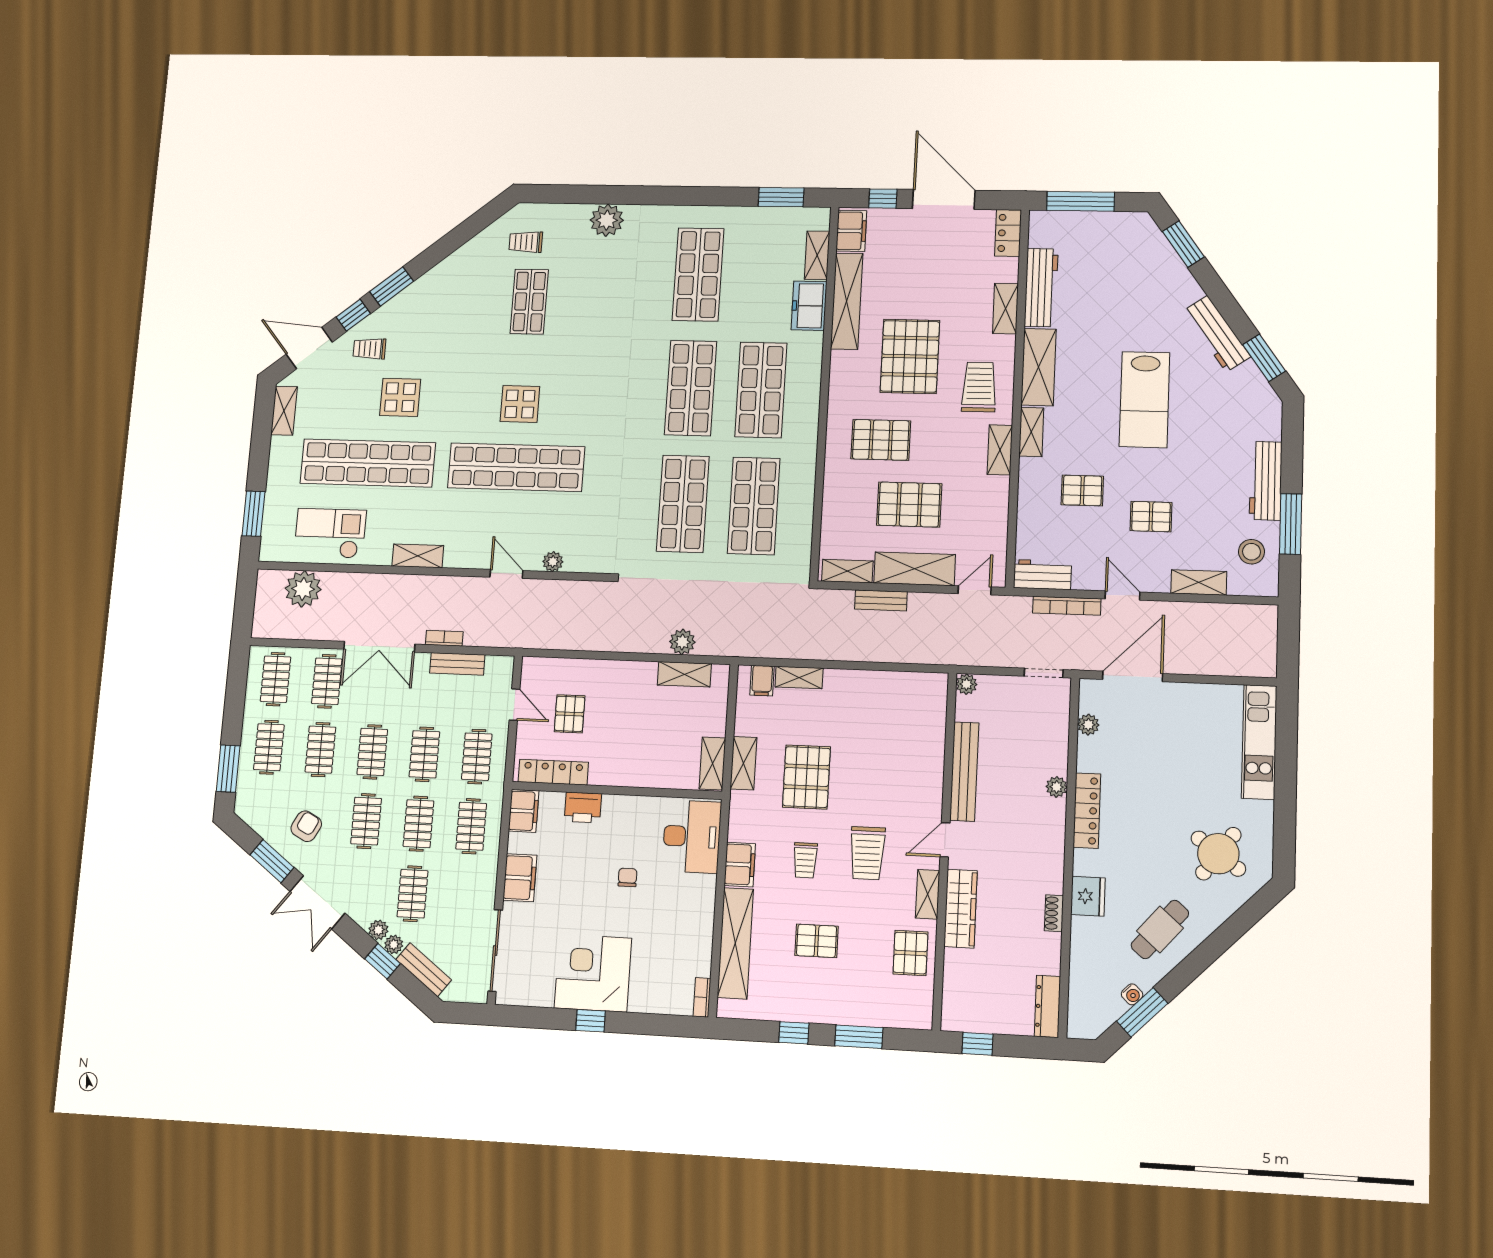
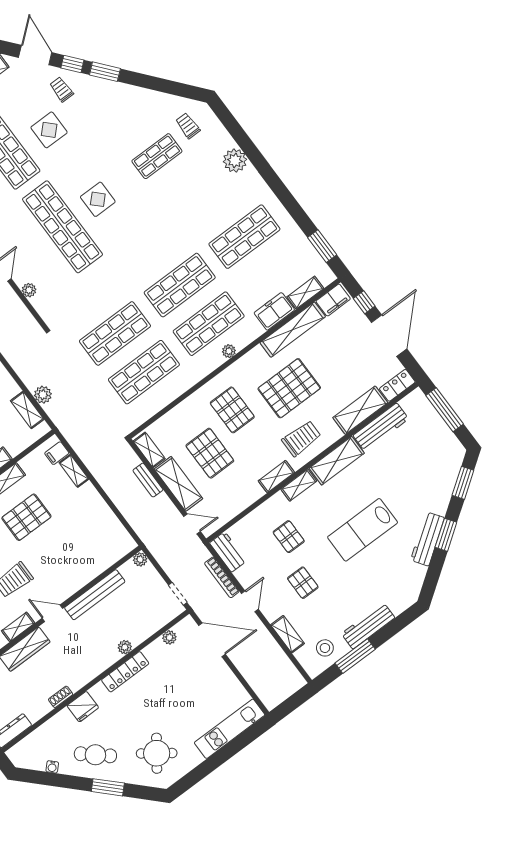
shelving: (1006, 309) -> (360, 410), width x1.50, depth x1.33
window: (1264, 358) -> (446, 535), moved
plant: (811, 391) -> (229, 351), added
window: (1142, 1012) -> (108, 787), moved

